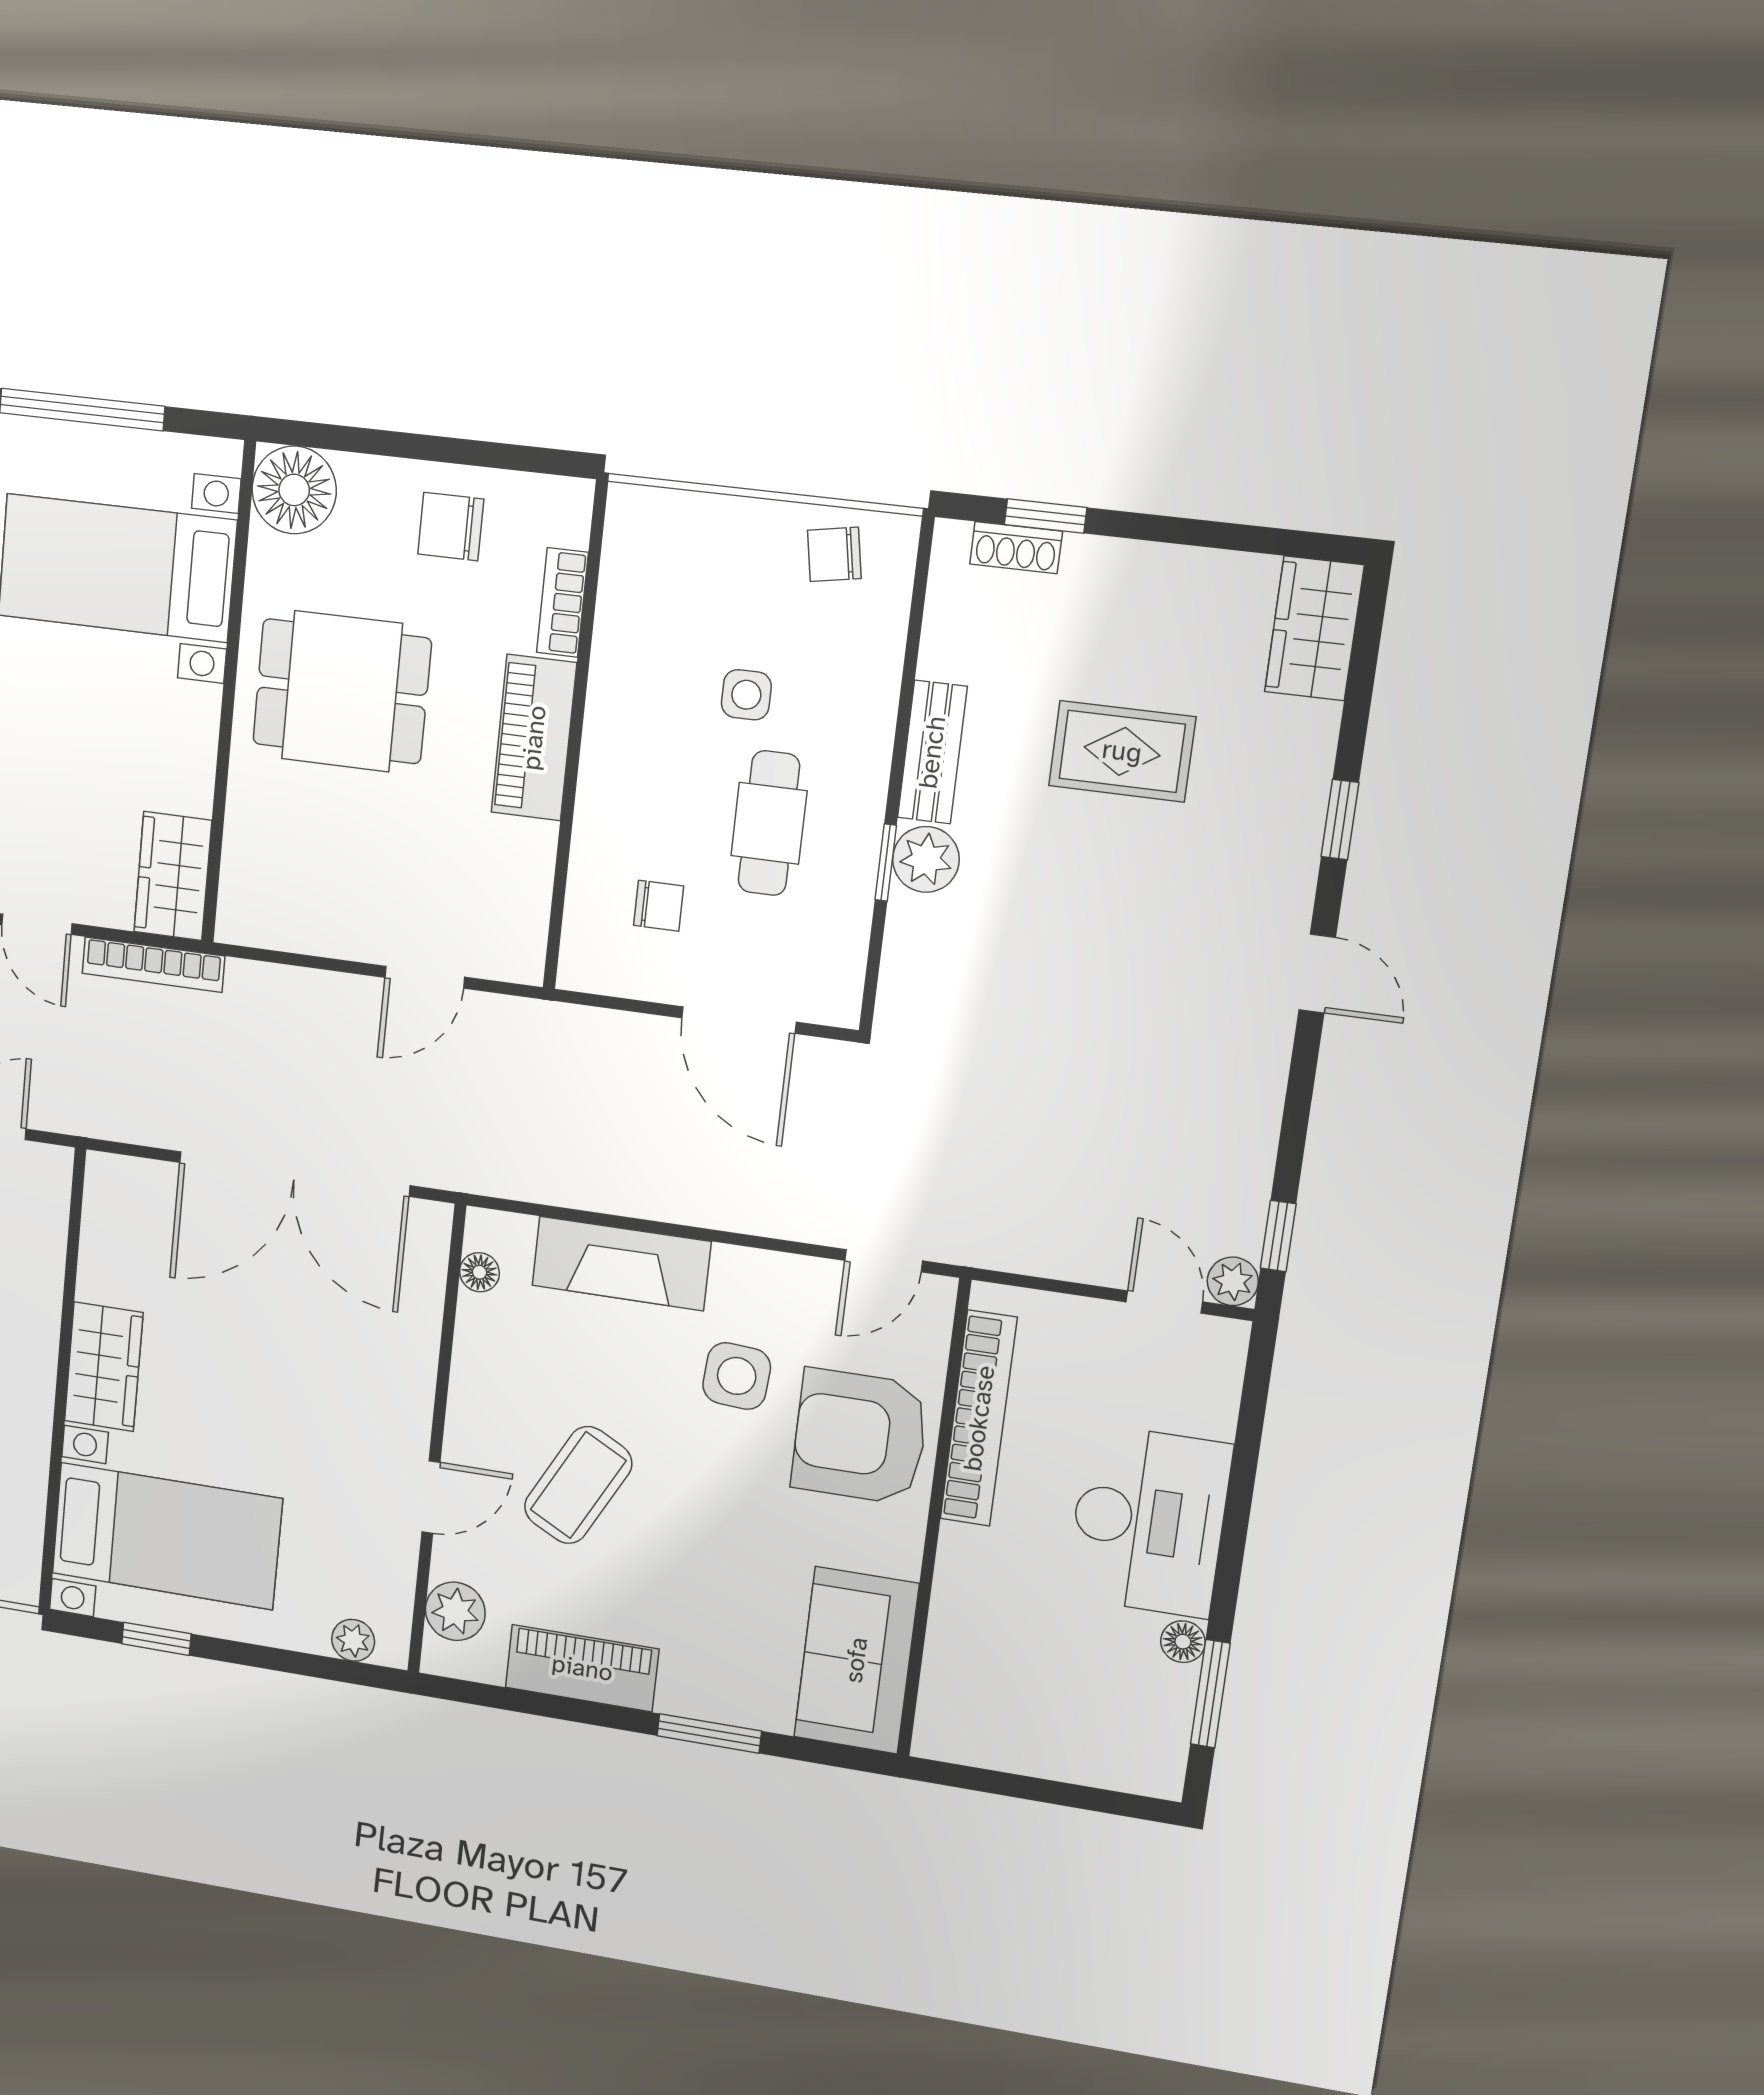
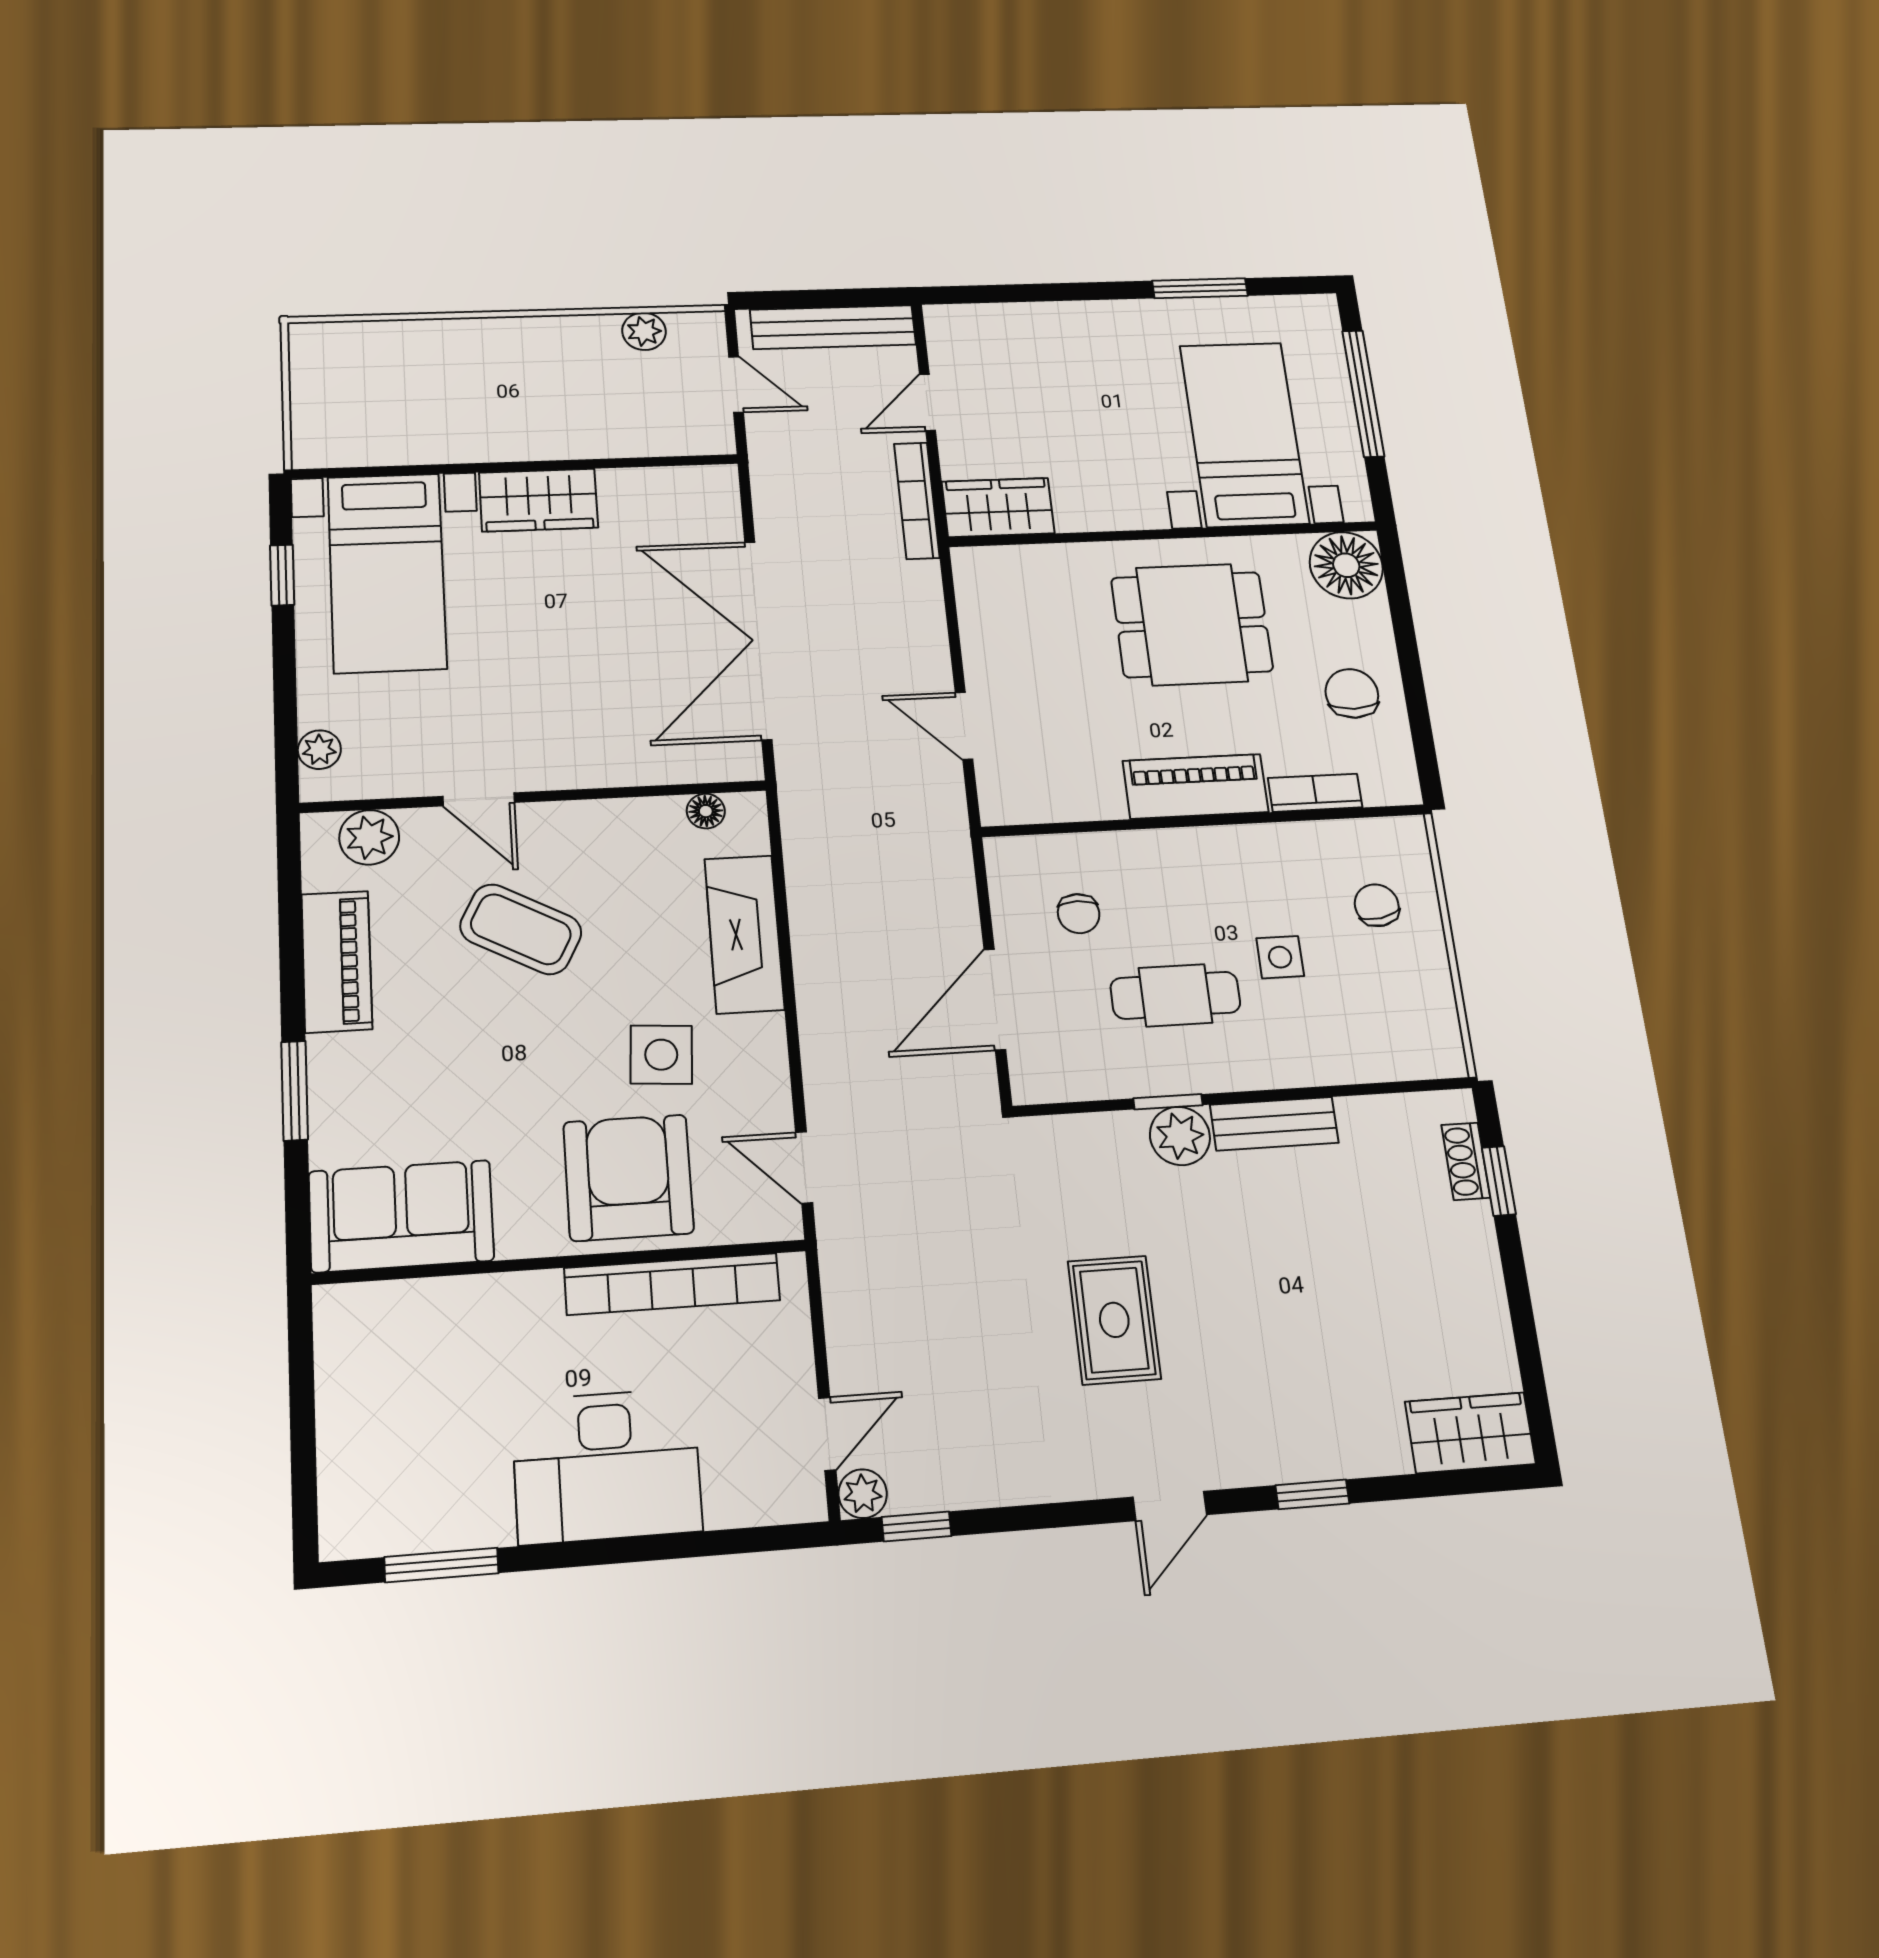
chair: (834, 554) -> (1377, 905), moved
dining table: (342, 691) -> (1192, 624), turned 90
rug: (1122, 751) -> (1114, 1320), moved
floor lamp: (1183, 1642) -> (490, 1526), removed

